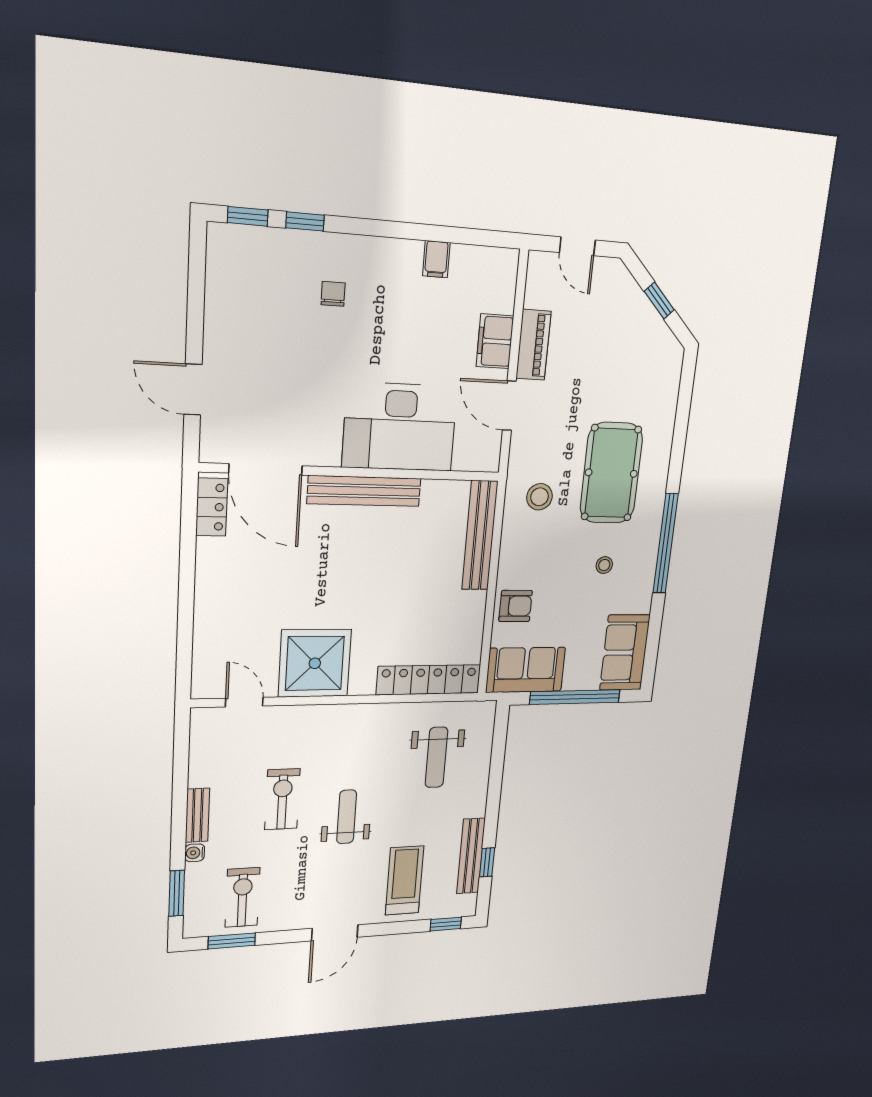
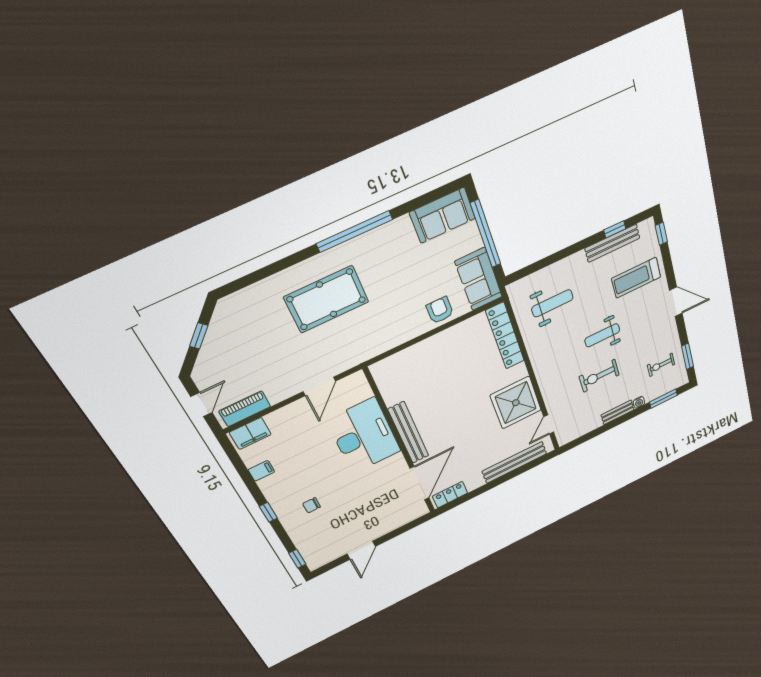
window: (305, 222) -> (268, 512), moved
filing cabinet: (495, 341) -> (250, 433), moved
piano: (533, 345) -> (245, 409), moved
door: (193, 390) -> (361, 550), moved
stool: (540, 497) -> (365, 336), removed
bench: (480, 536) -> (514, 462), moved
stool: (604, 565) -> (389, 267), removed
exercise bike: (242, 897) -> (661, 365), width x0.73, depth x0.72

